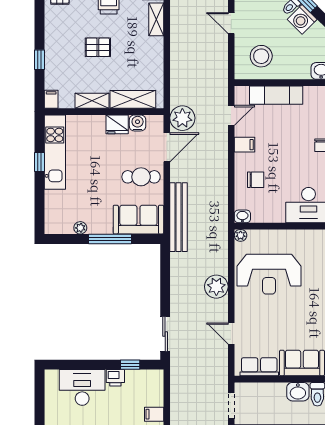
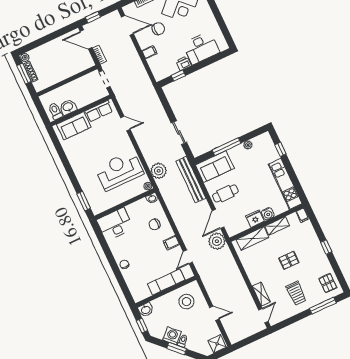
window: (39, 60) -> (326, 247), moved
water cooler: (138, 123) -> (268, 214), moved
window: (39, 162) -> (280, 149), moved
plant: (216, 287) -> (159, 171), moved
sliding door: (165, 334) -> (179, 133), moved

